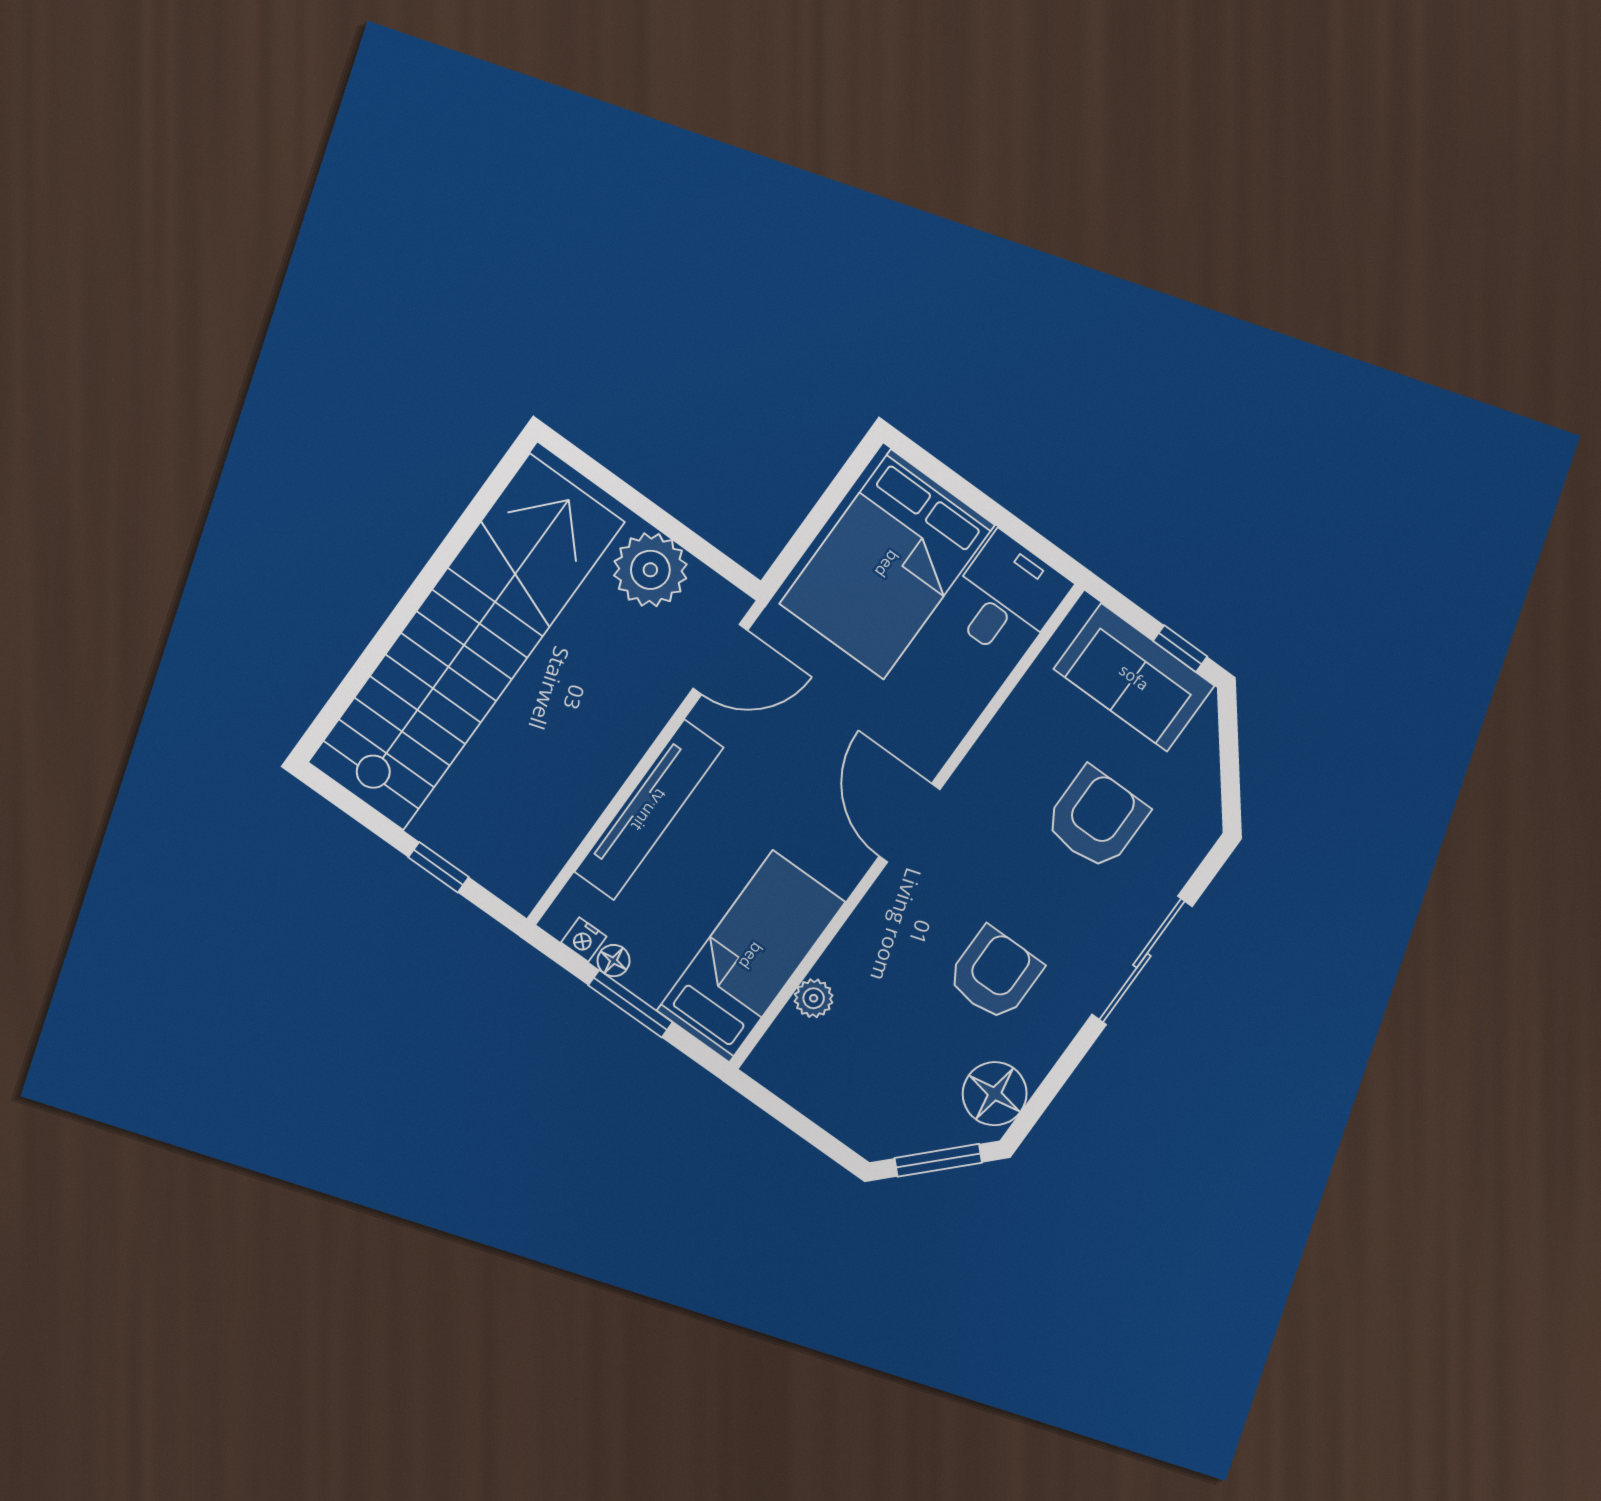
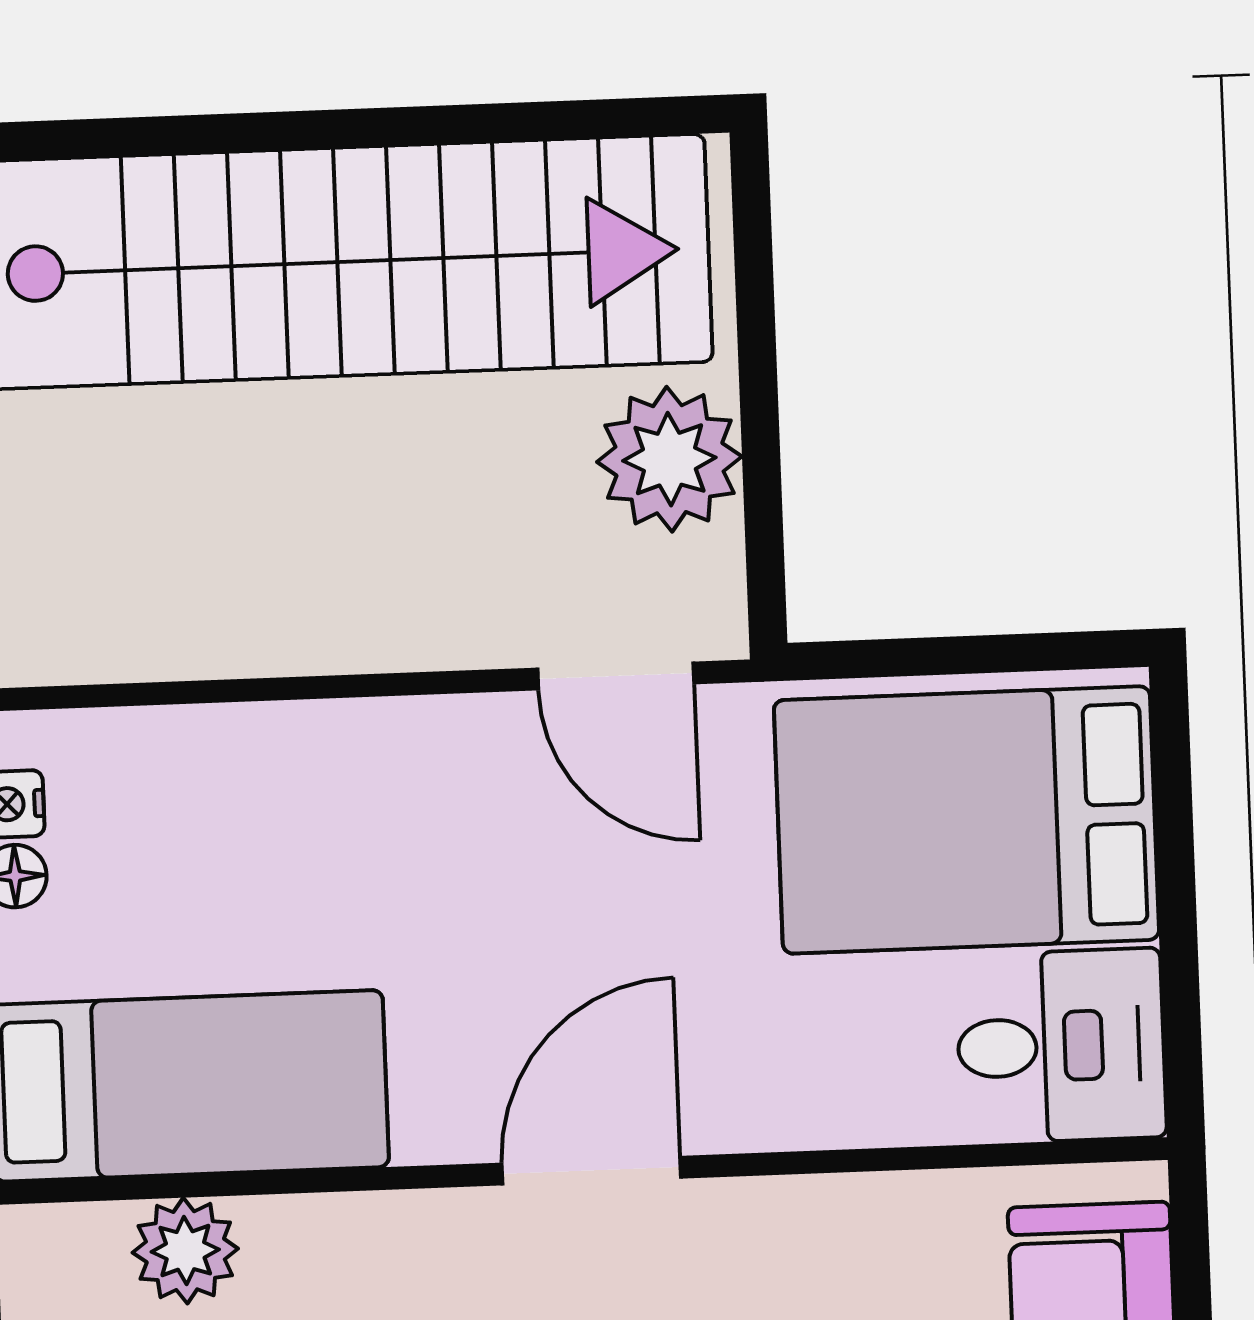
tv unit: (649, 810) -> (294, 747), removed
plant: (814, 998) -> (185, 1251), width x1.38, depth x1.38

